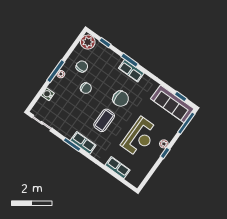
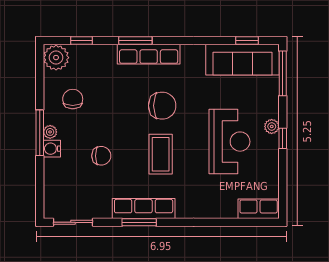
row of seats: (131, 71) -> (149, 54), width x1.48
chair: (86, 88) -> (101, 156), moved
water cooler: (48, 94) -> (52, 149), moved
row of seats: (83, 143) -> (144, 209), width x1.48
row of seats: (118, 168) -> (259, 209), moved

